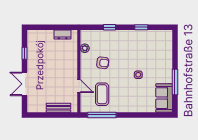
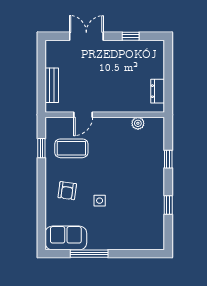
armchair: (103, 63) -> (67, 191), moved
window: (102, 115) -> (41, 148), width x0.46

